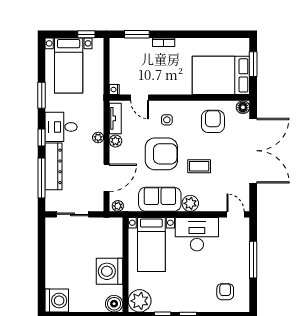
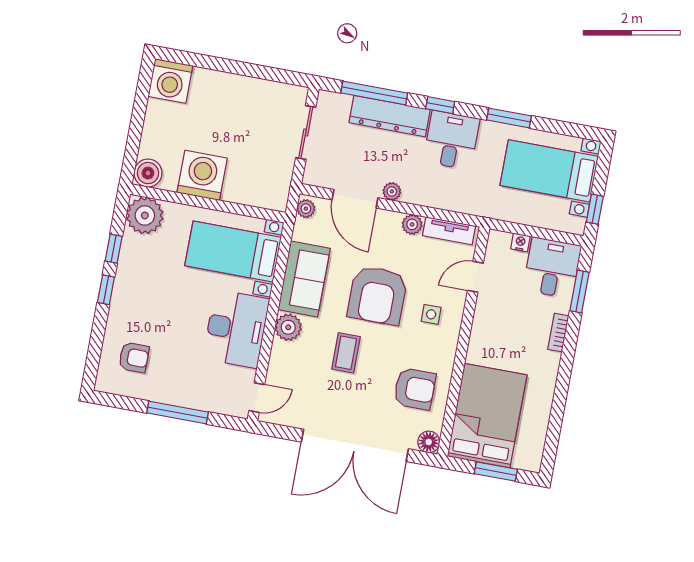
desk: (126, 53) -> (552, 268), added
nightstand: (114, 90) -> (520, 242), moved
plant: (98, 138) -> (392, 191), moved

